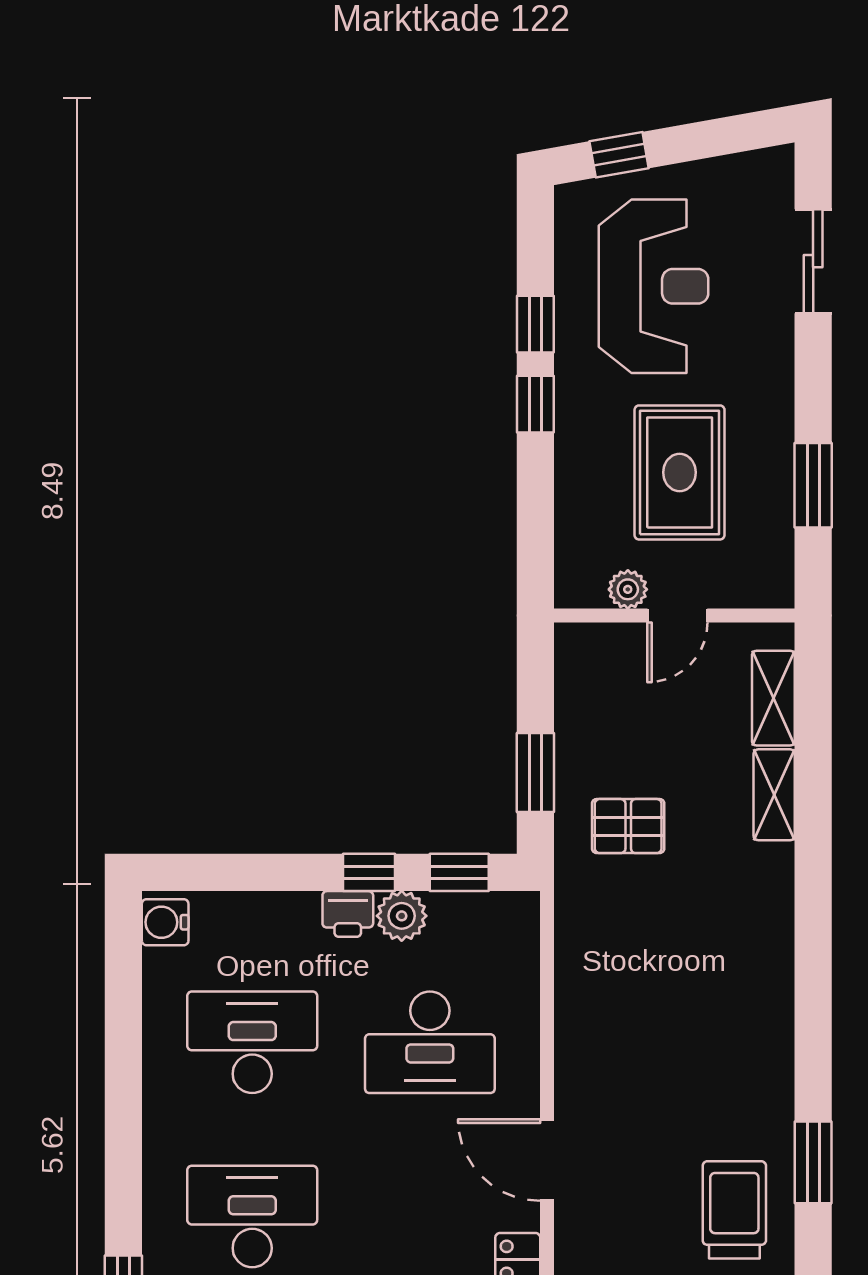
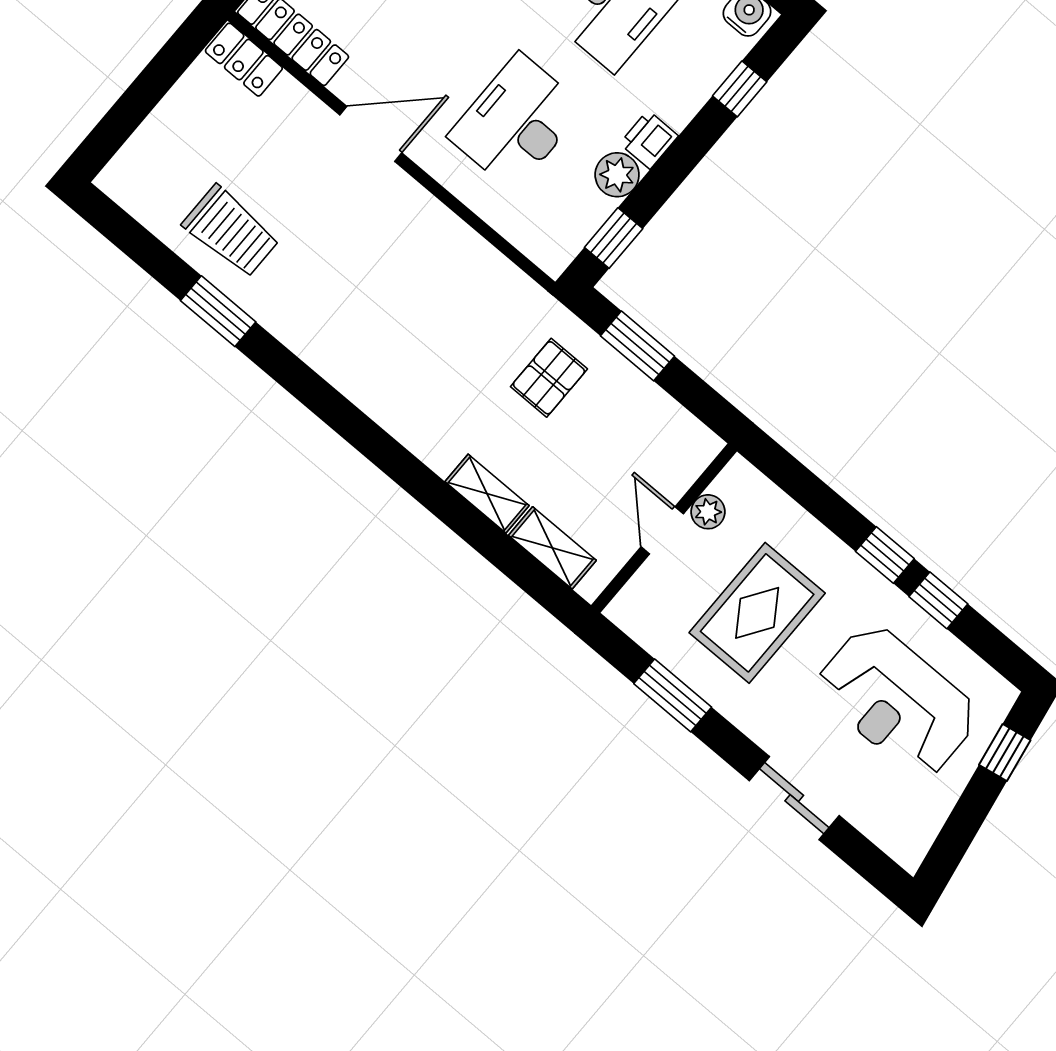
sliding door: (813, 261) -> (794, 798), moved
rug: (680, 472) -> (757, 613), turned 90
window: (369, 872) -> (740, 89), moved

